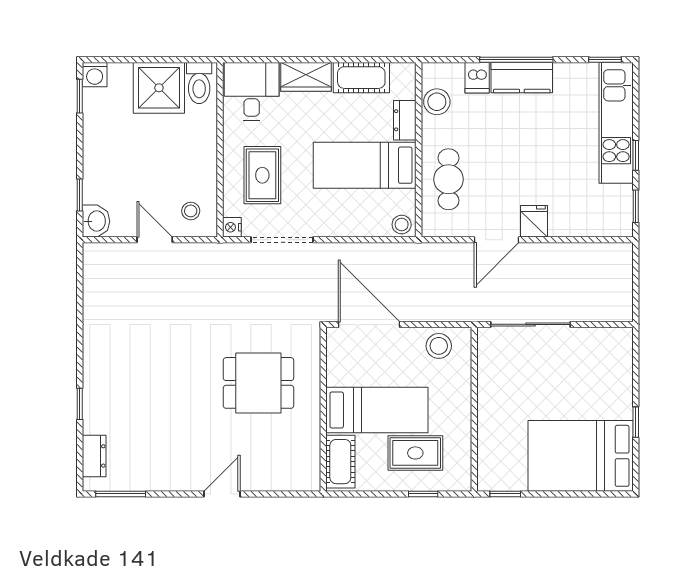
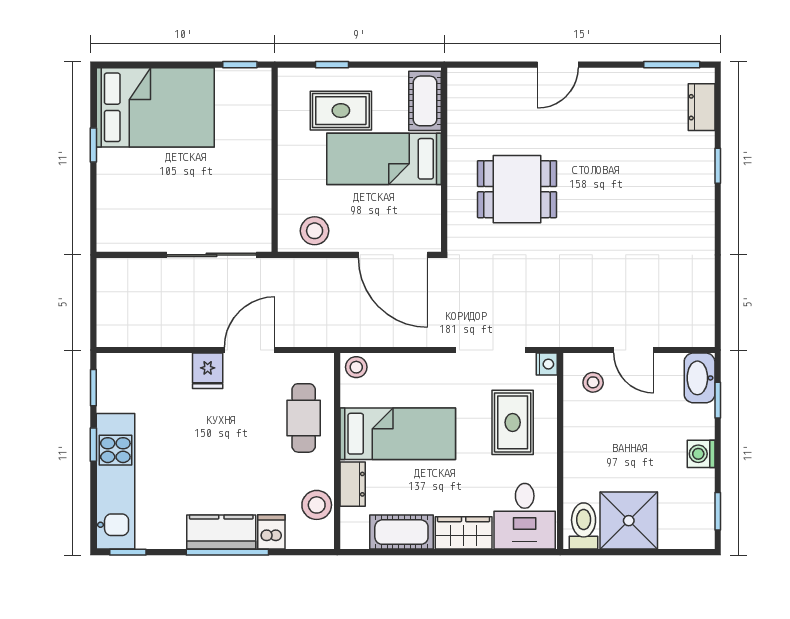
washing machine: (95, 75) -> (701, 454), moved, turned -90
washbasin: (96, 221) -> (700, 378), width x1.38

